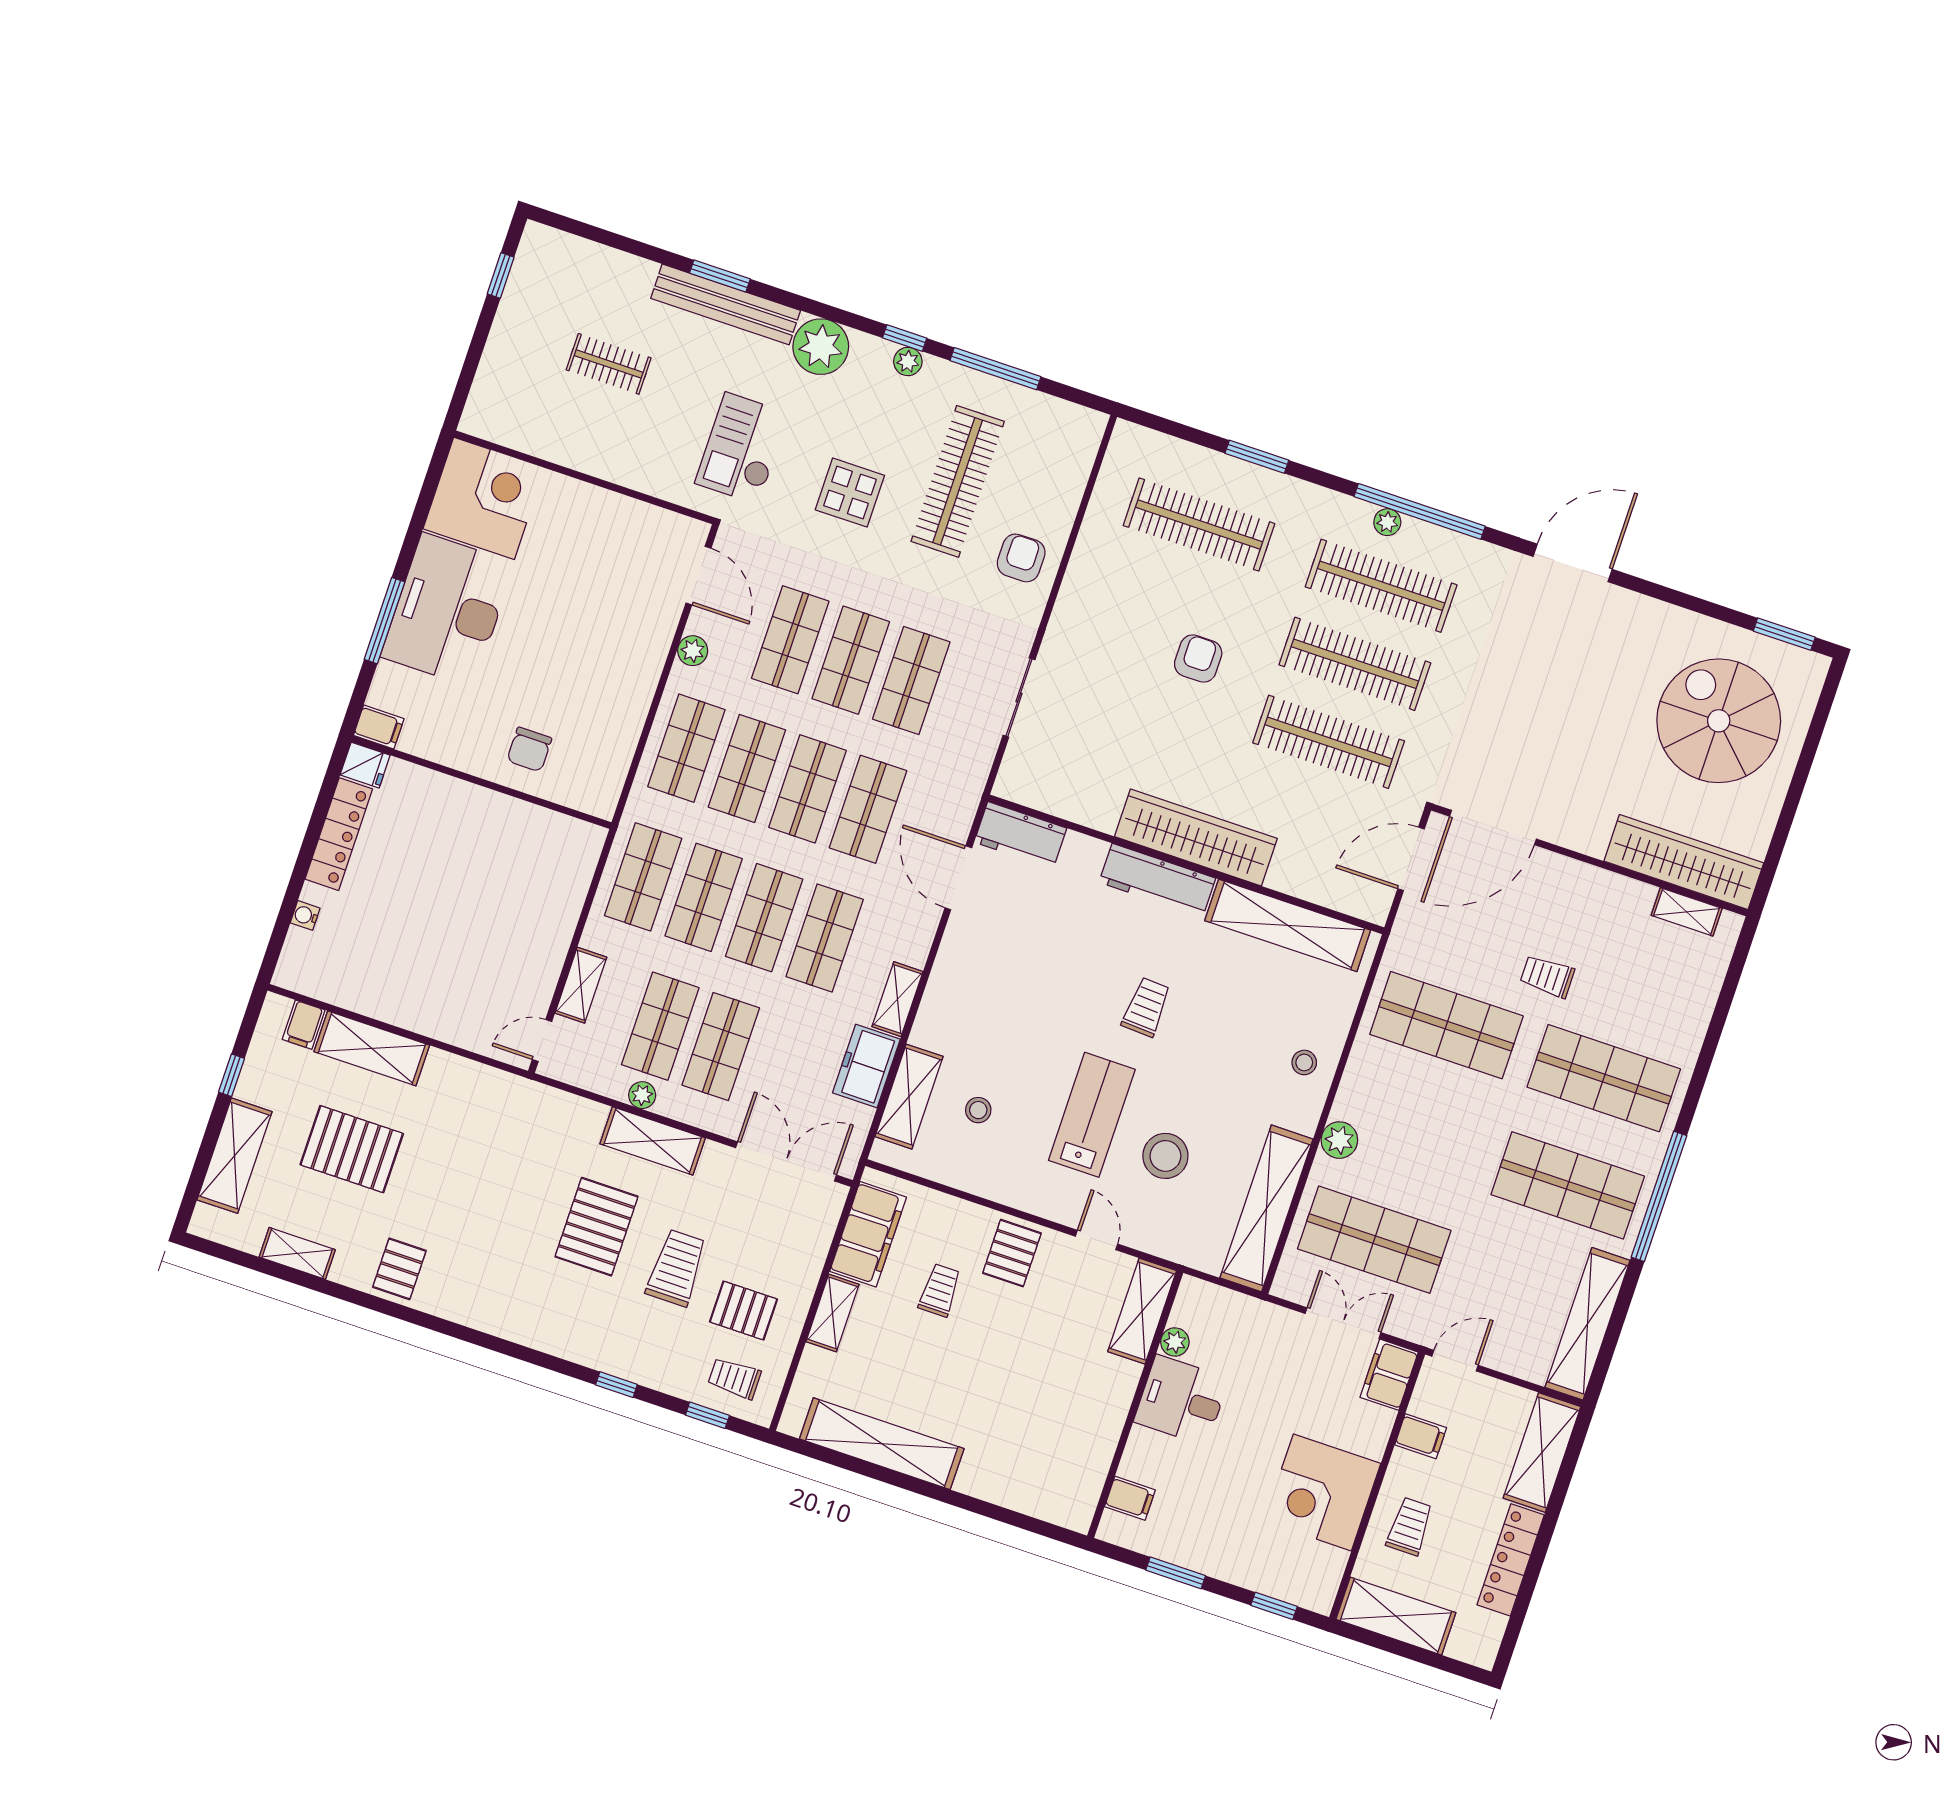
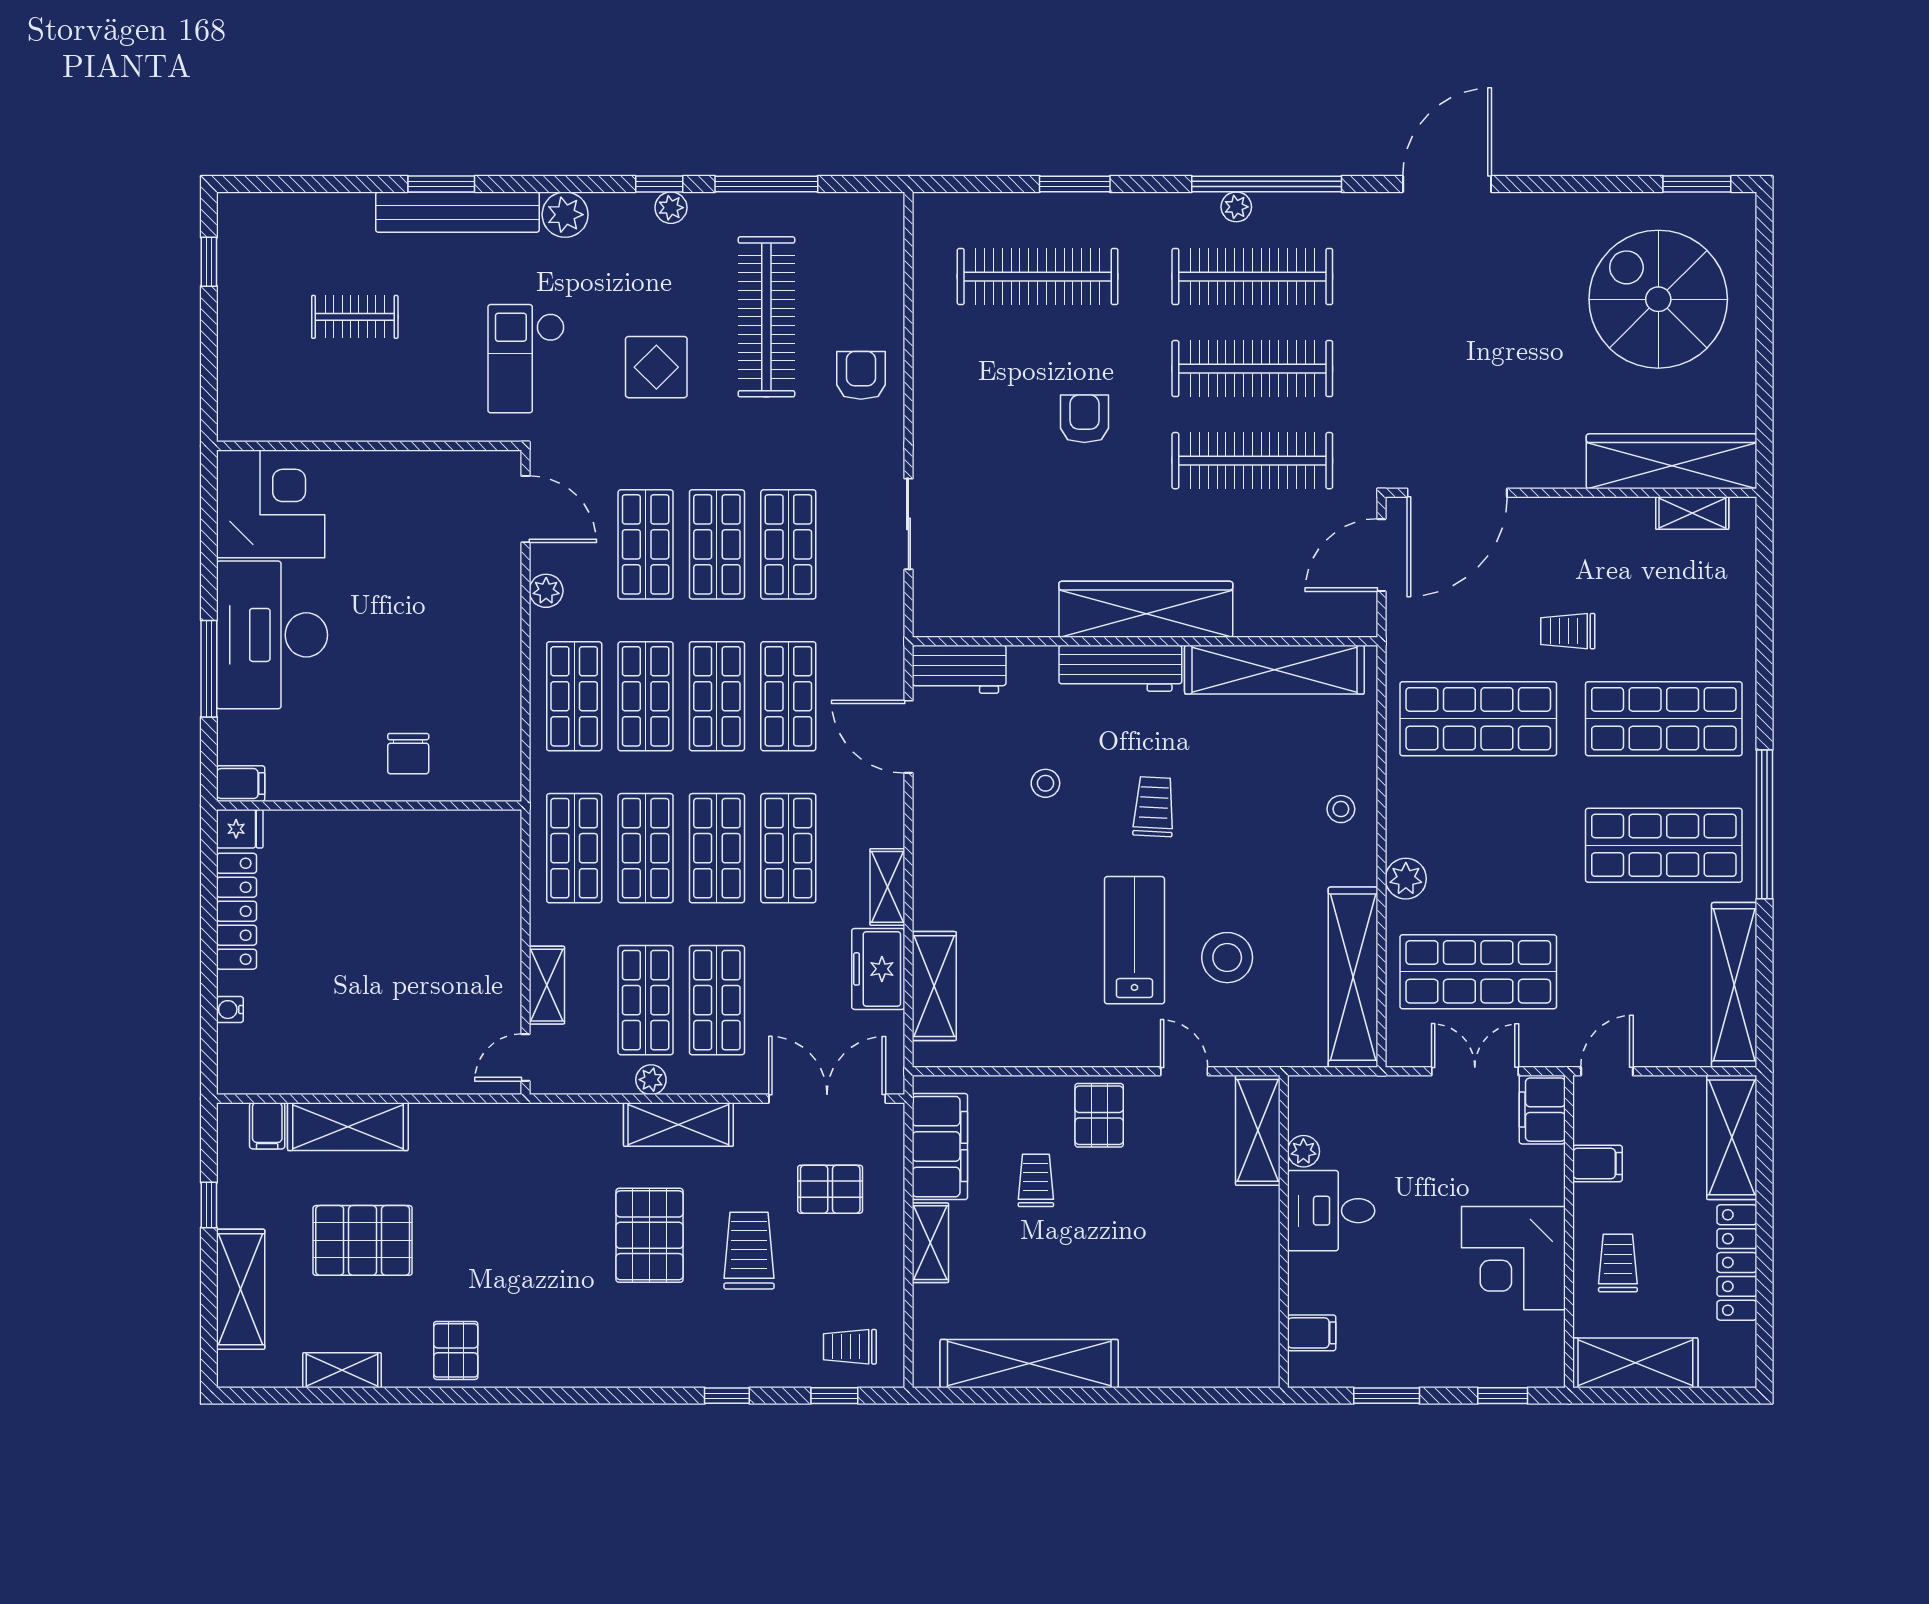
plant: (821, 347) -> (565, 215), width x0.73, depth x0.73
stool: (978, 1110) -> (1045, 783), moved
pallet: (743, 1311) -> (830, 1189), moved

